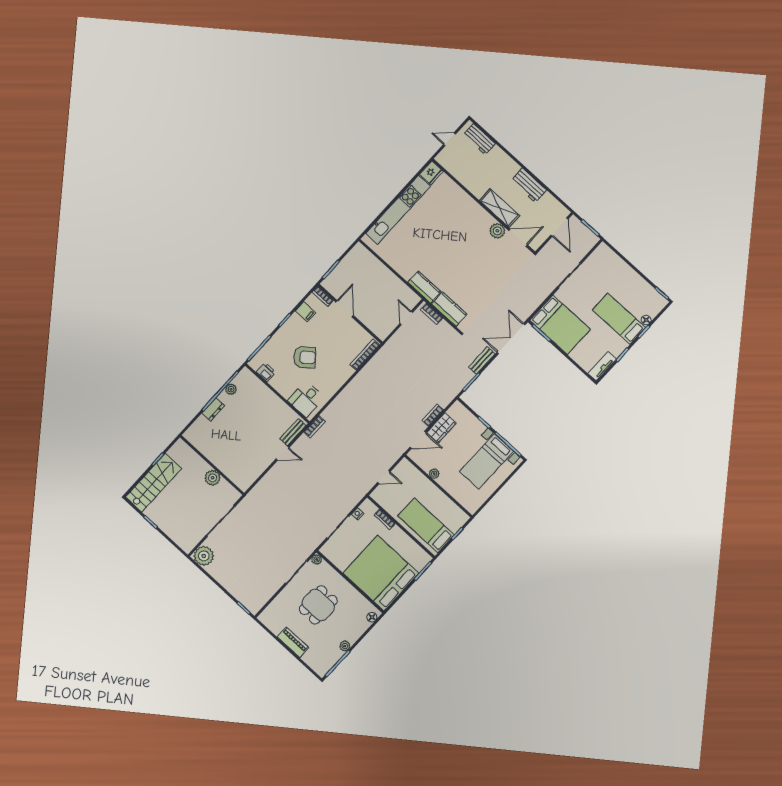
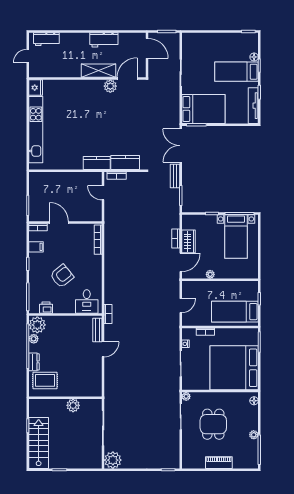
tv unit: (602, 366) -> (253, 106), width x1.41
plant: (245, 380) -> (37, 325), added
rug: (208, 434) -> (45, 380), added

